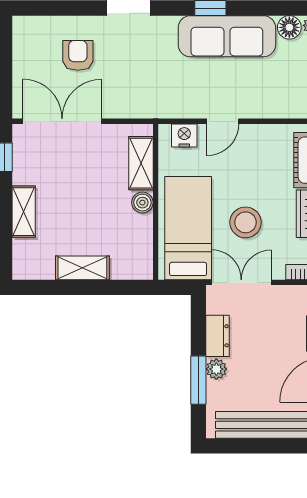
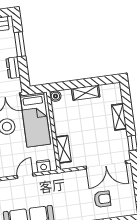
armchair: (78, 55) -> (102, 199), turned -90
boiler: (142, 203) -> (55, 96), moved
plant: (216, 369) -> (12, 51), removed

